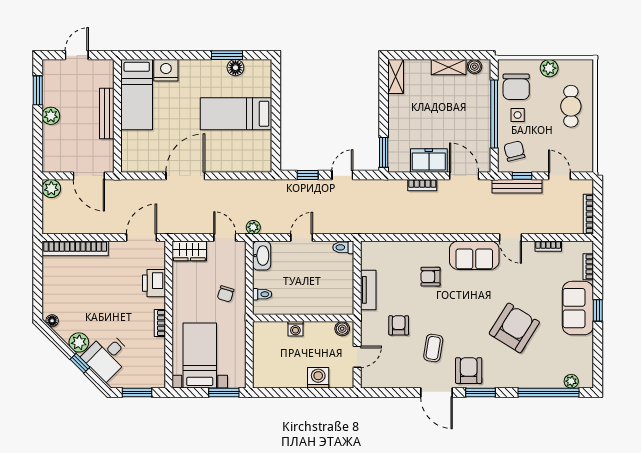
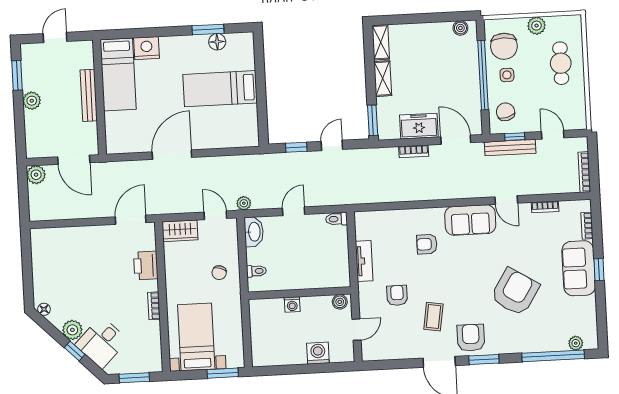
shelving: (449, 67) -> (383, 79), moved, turned 90
bookcase: (75, 248) -> (64, 234), removed

